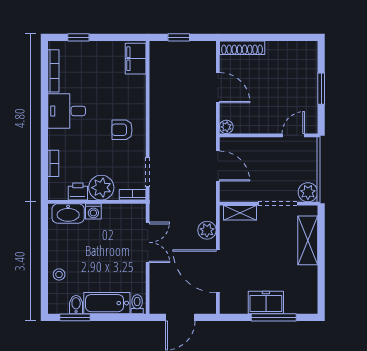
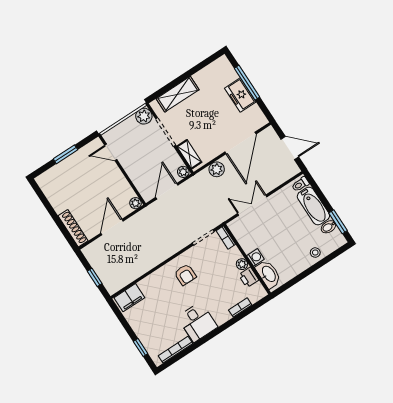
plant: (101, 188) -> (242, 264), width x0.53, depth x0.53
plant: (226, 195) -> (183, 172), added

